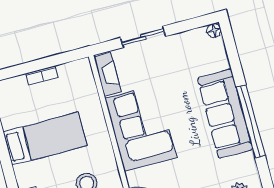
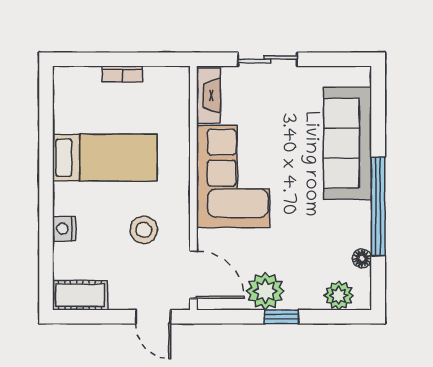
floor lamp: (214, 30) -> (362, 258), moved
sofa: (225, 114) -> (348, 143), moved

